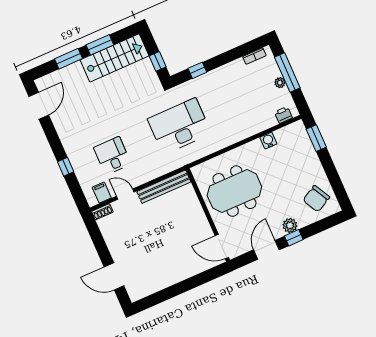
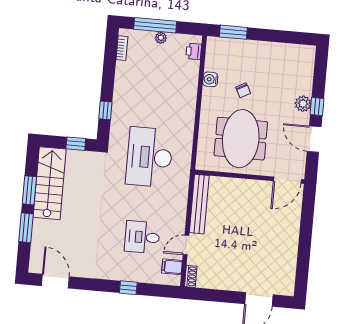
chair: (316, 199) -> (243, 90), moved, width x0.54, depth x0.54

